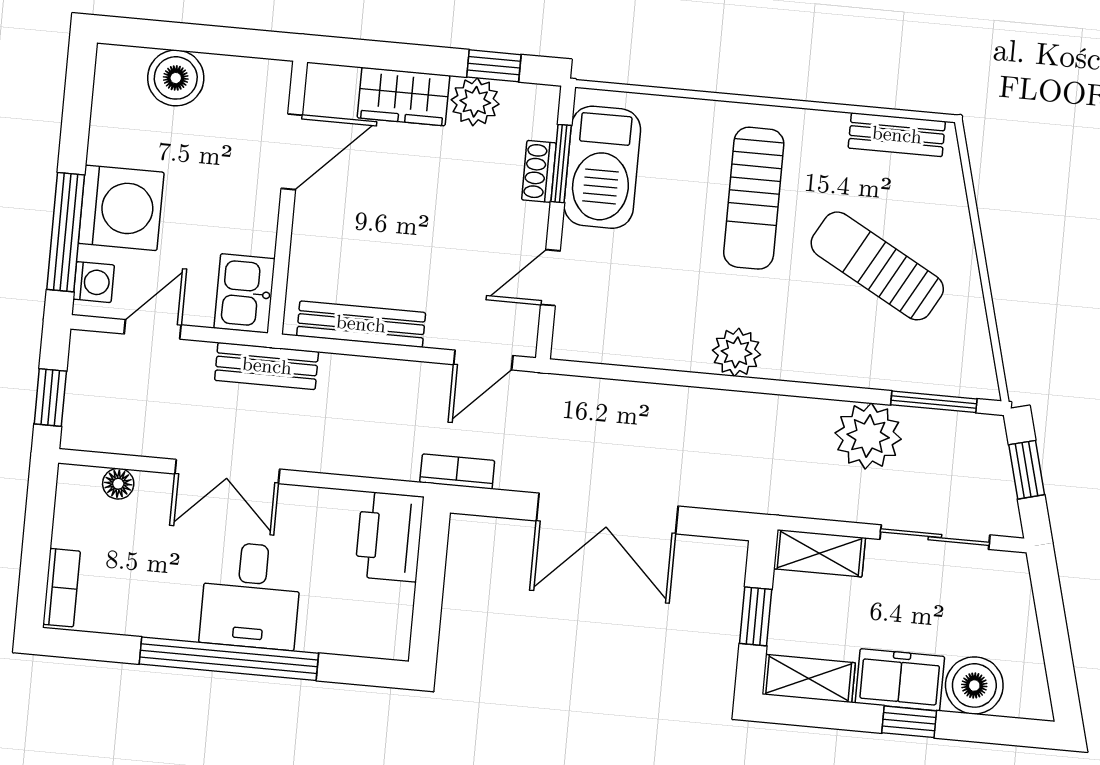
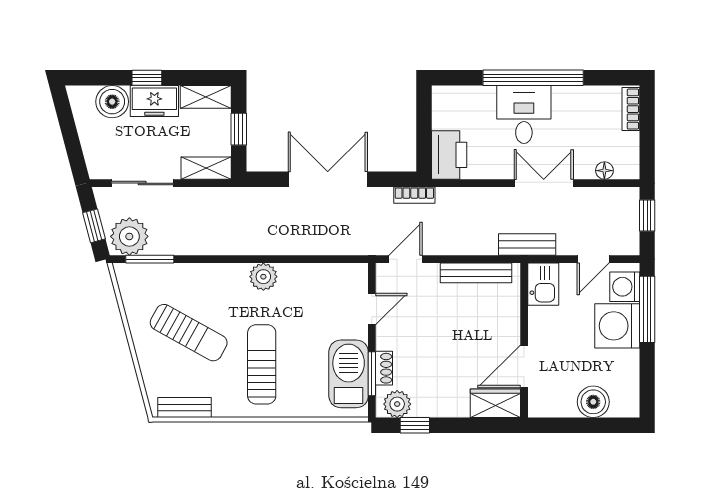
wardrobe: (403, 97) -> (495, 403), moved
plant: (475, 102) -> (397, 404), moved
washing machine: (94, 282) -> (625, 287), width x1.38, depth x1.38
plant: (868, 436) -> (129, 236), moved

